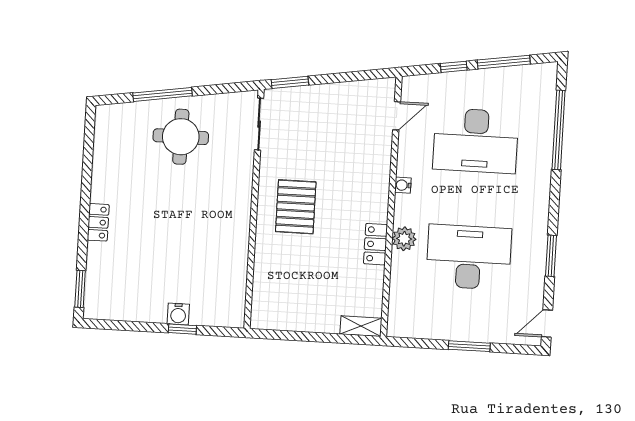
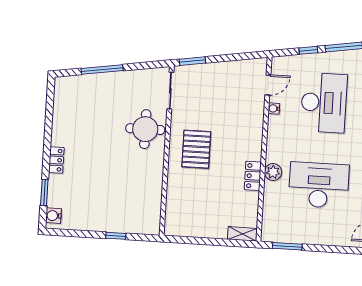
round table: (181, 137) -> (145, 129), moved
desk: (476, 141) -> (324, 103), turned -90
water cooler: (403, 185) -> (274, 108), moved
window: (80, 289) -> (44, 192), moved
water cooler: (178, 314) -> (53, 216), moved, turned 90
window: (469, 346) -> (287, 246), moved

